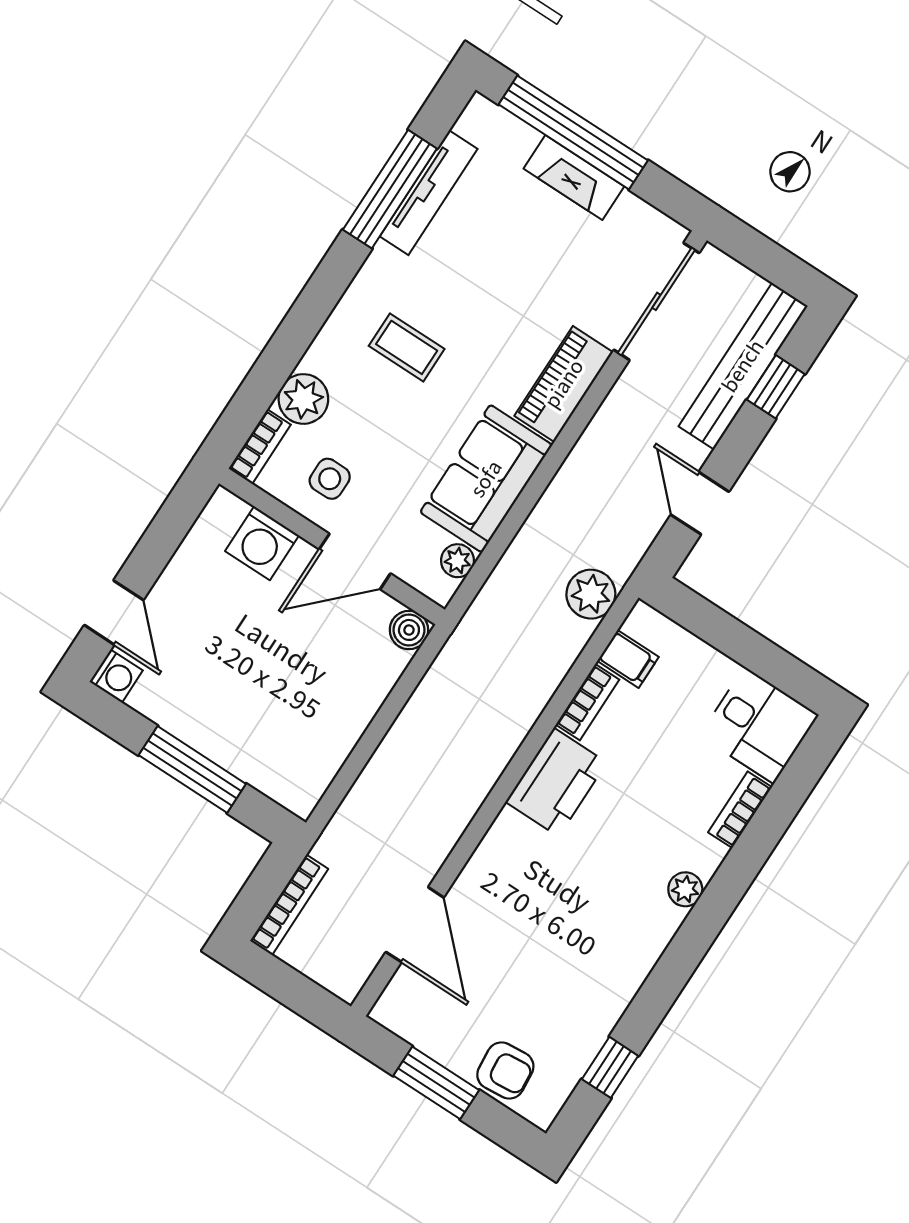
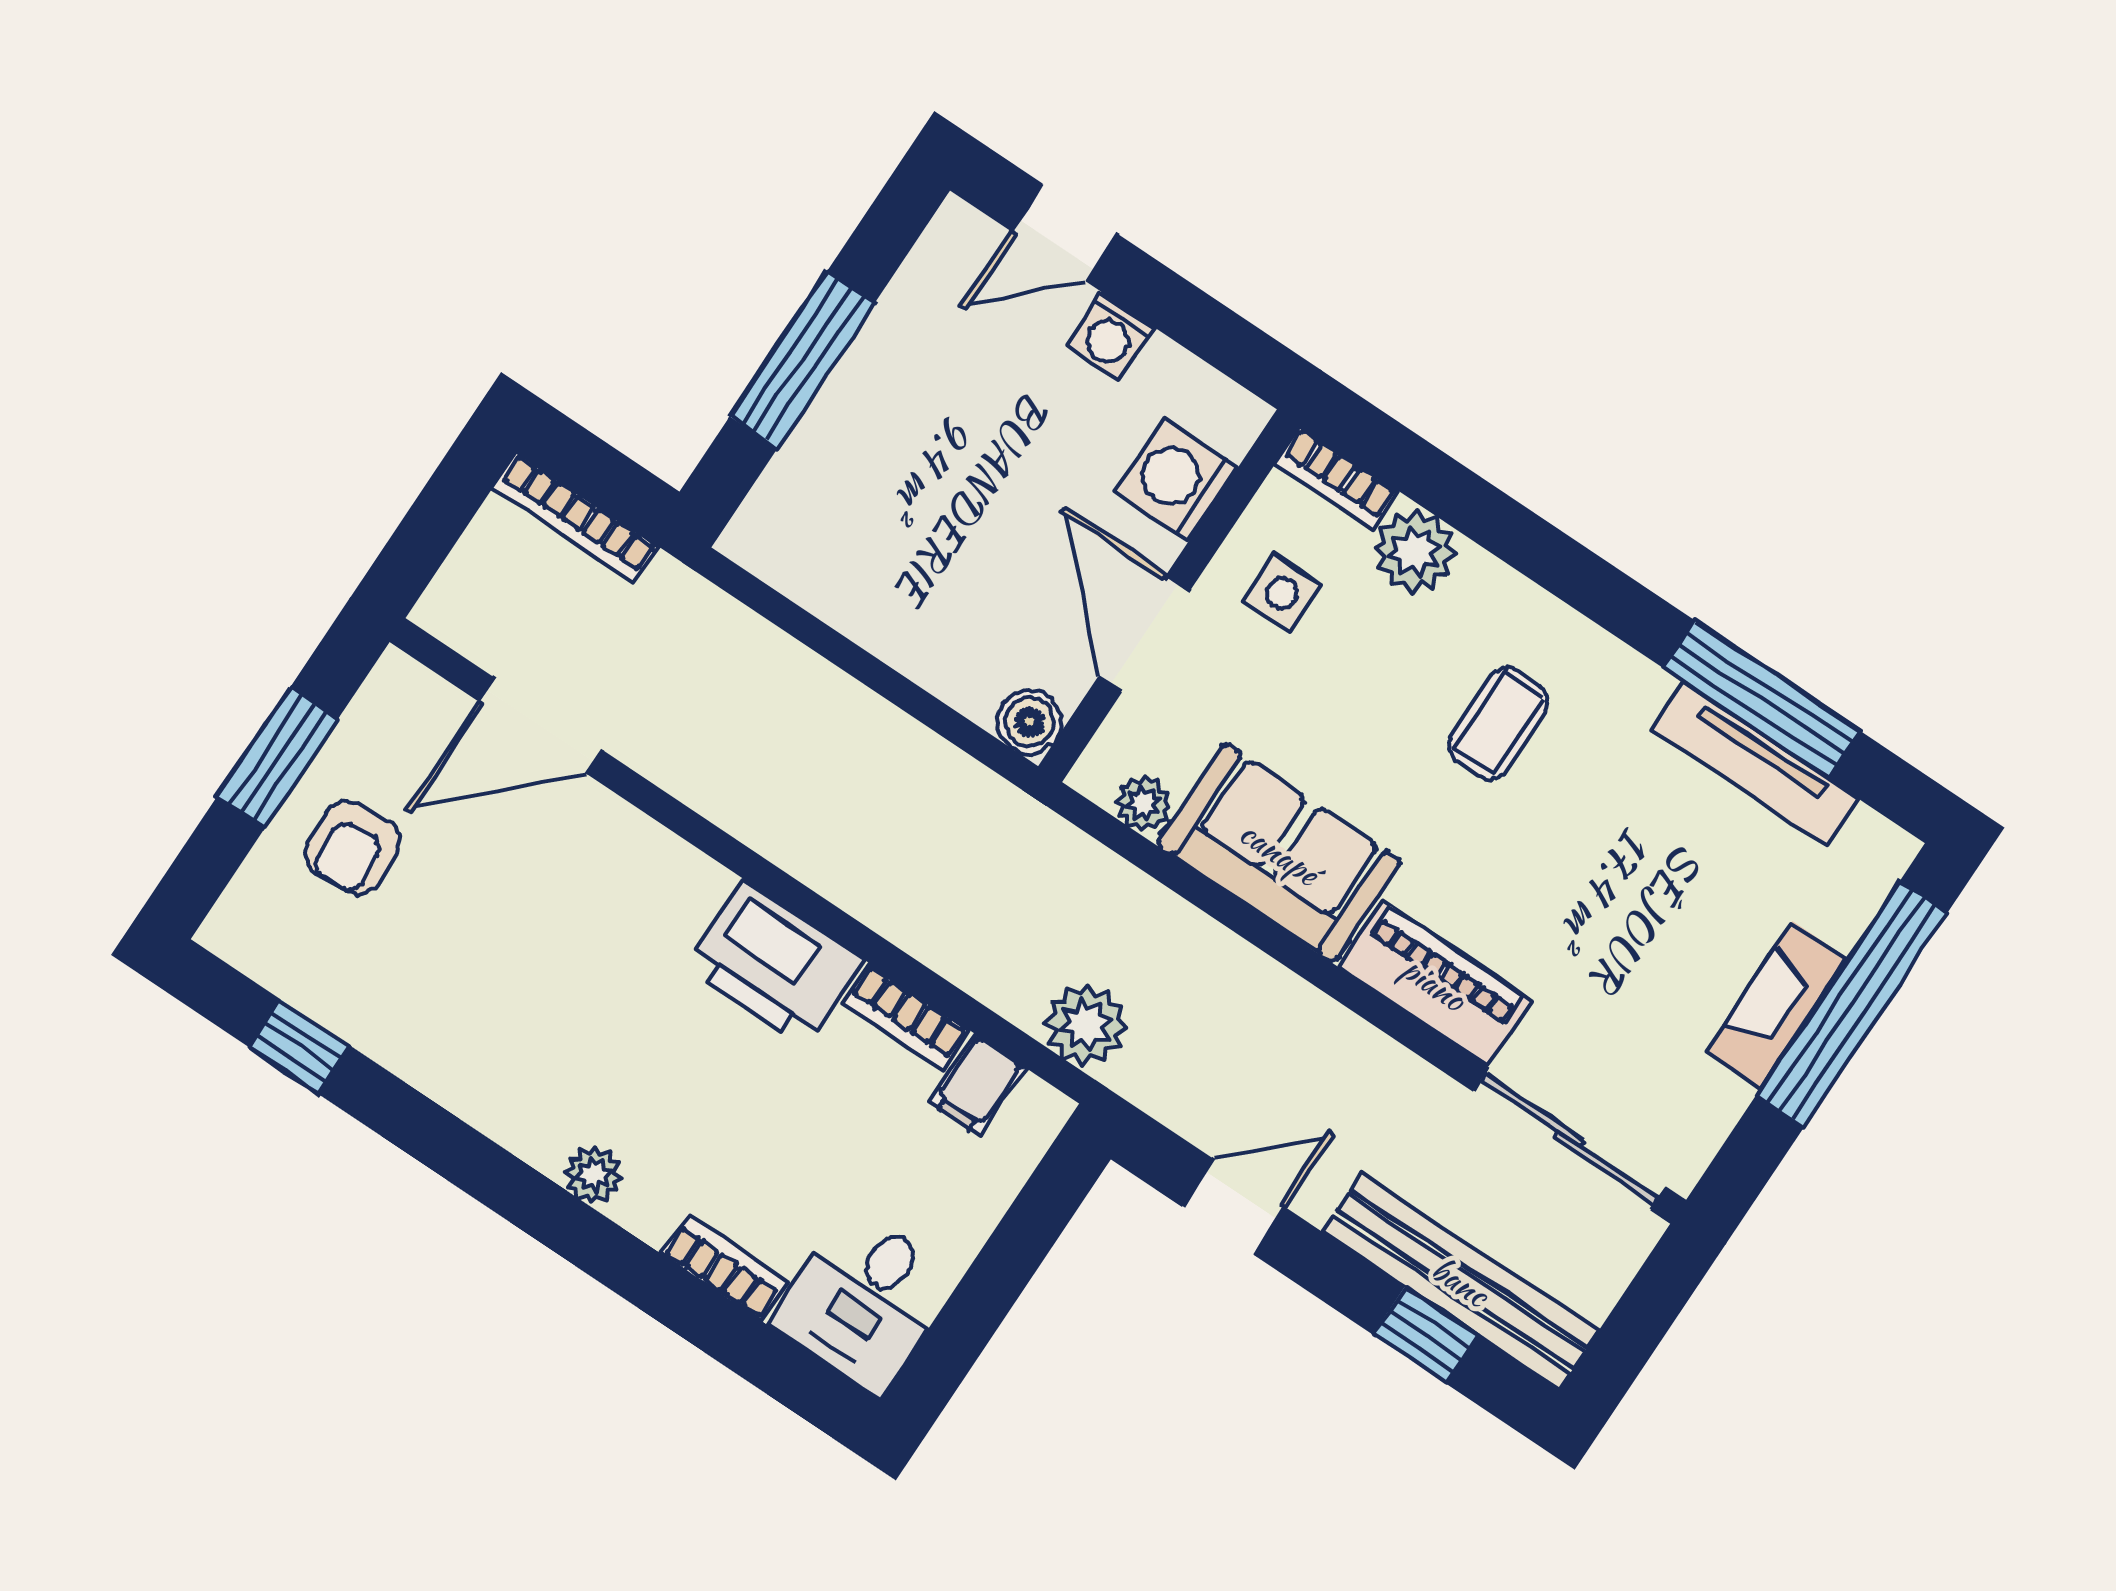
washing machine: (116, 676) -> (1111, 337), moved
armchair: (505, 1071) -> (352, 848), moved

